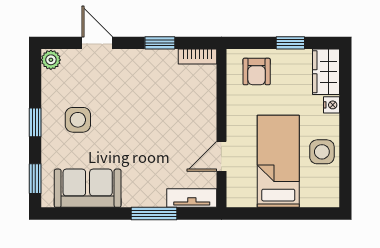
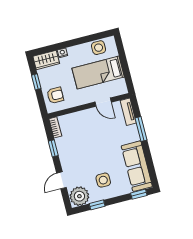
plant: (51, 60) -> (79, 196), width x1.87, depth x1.87
window: (35, 122) -> (97, 205), moved
side table: (322, 152) -> (99, 48), moved
sofa: (88, 188) -> (137, 166), width x1.36

